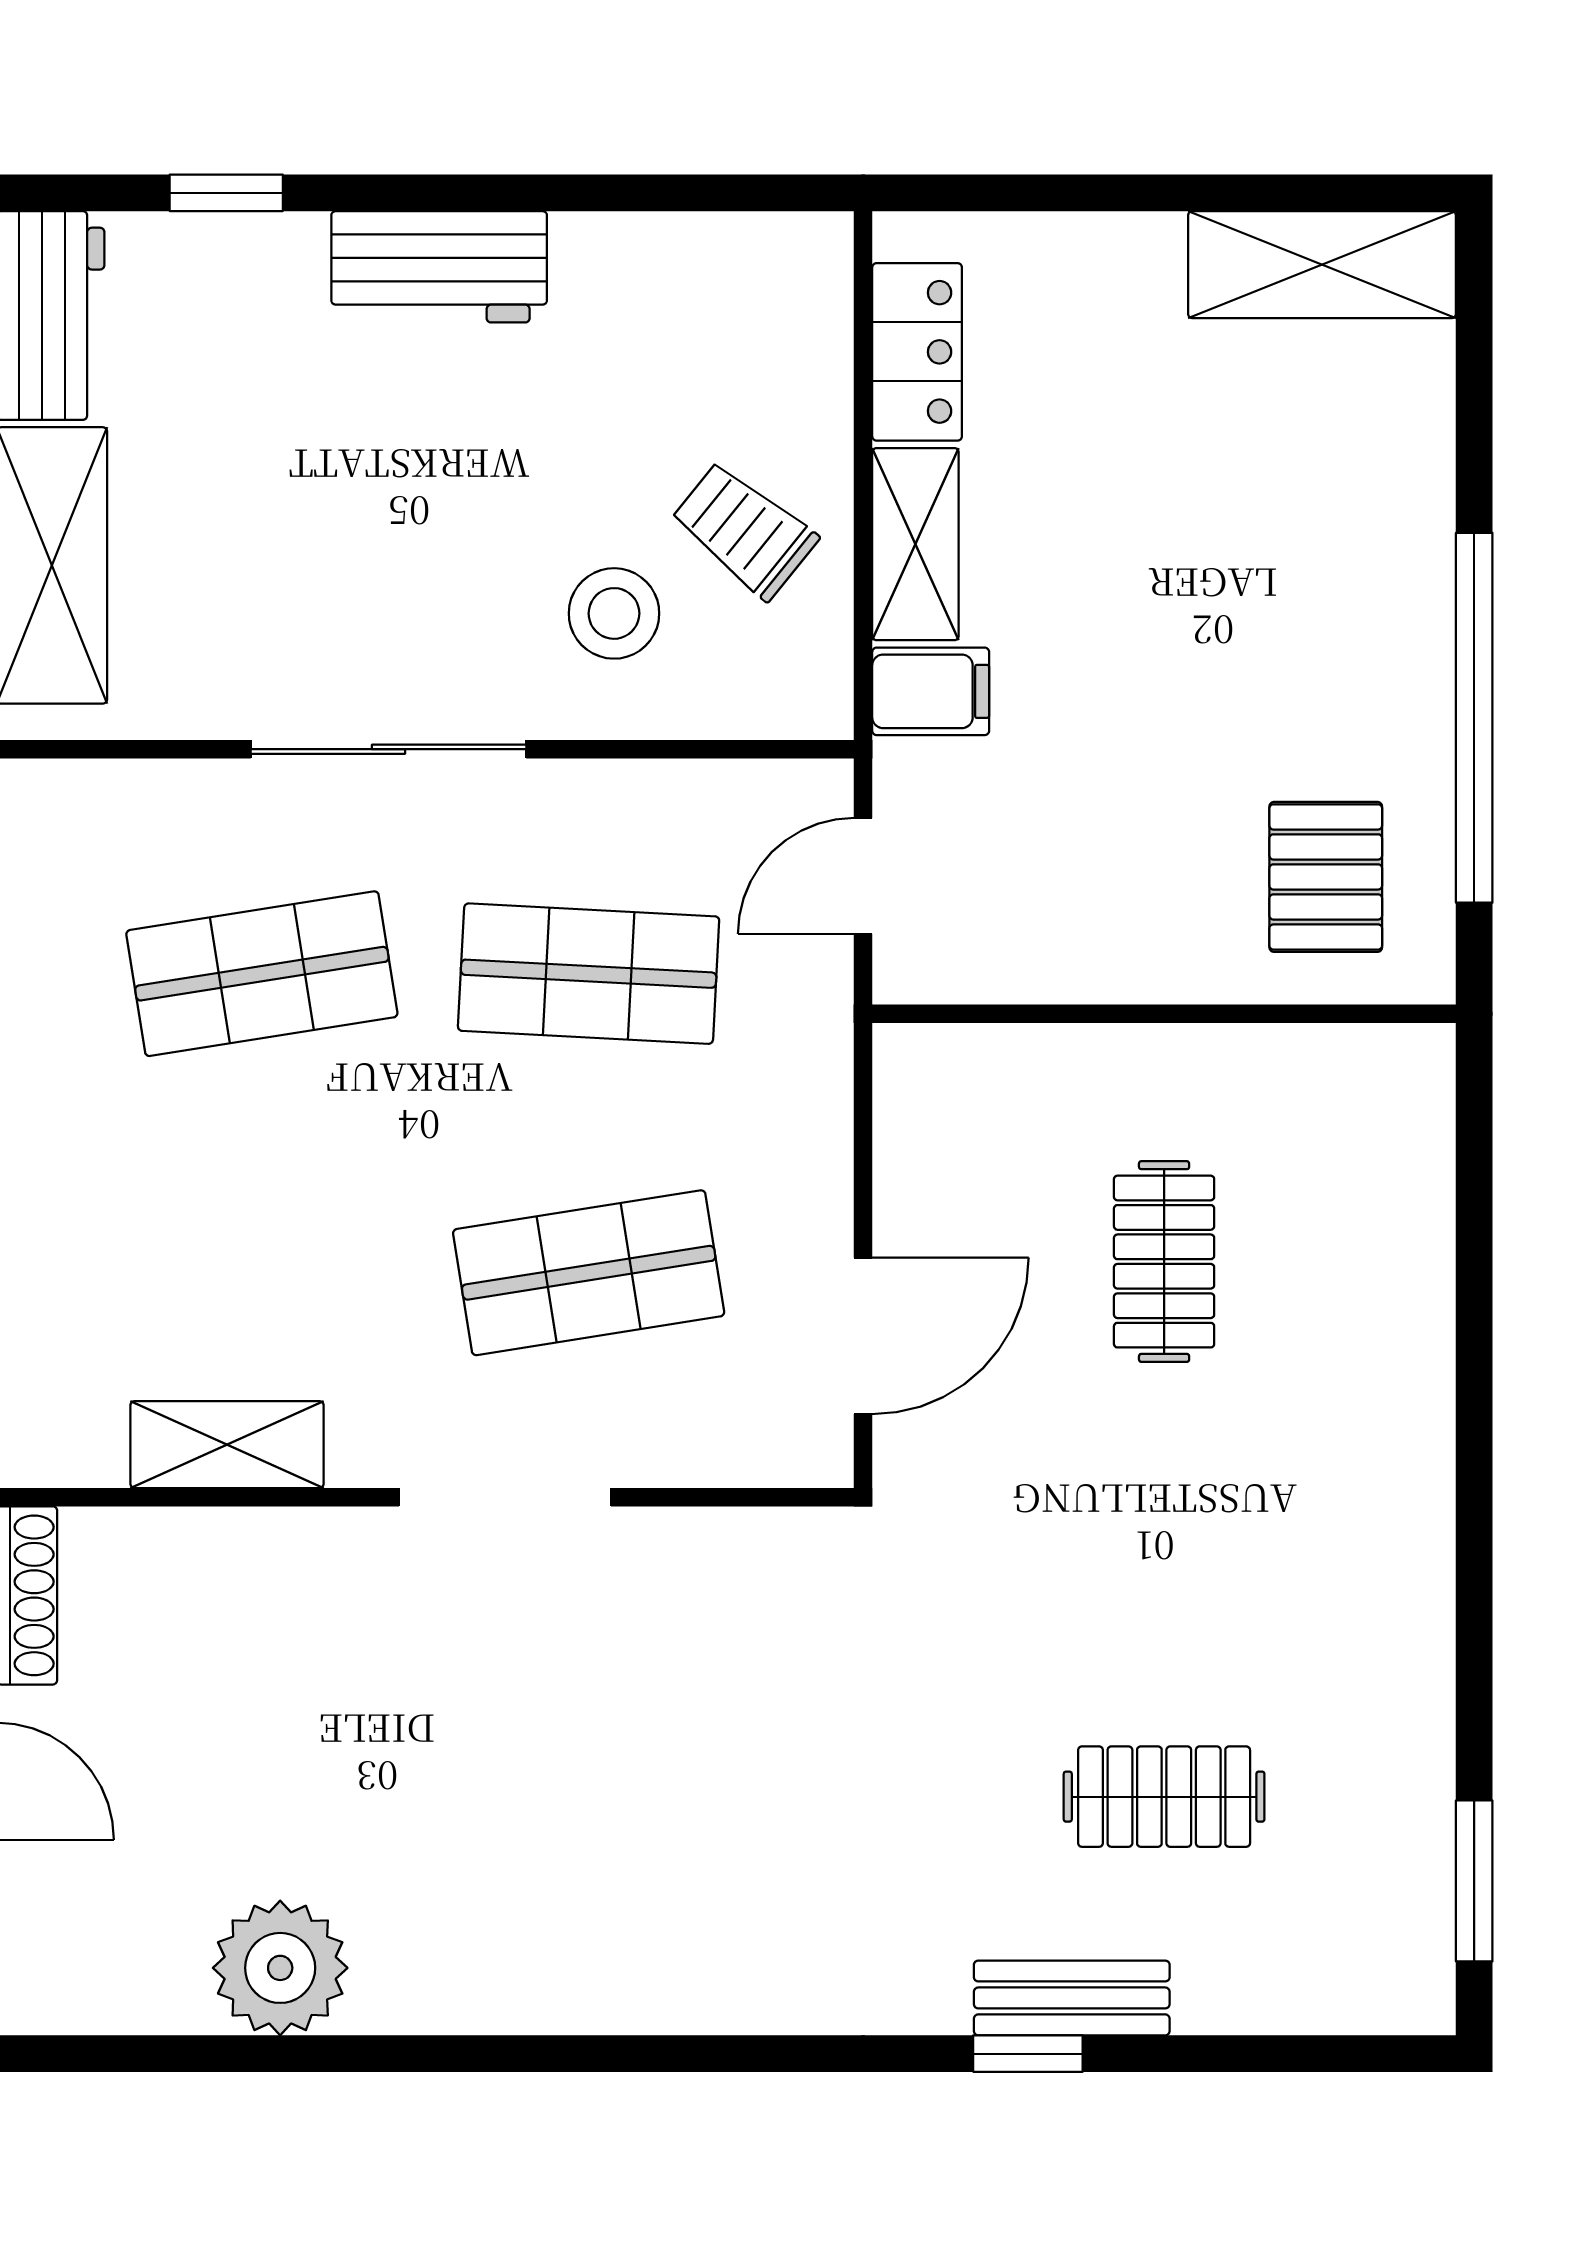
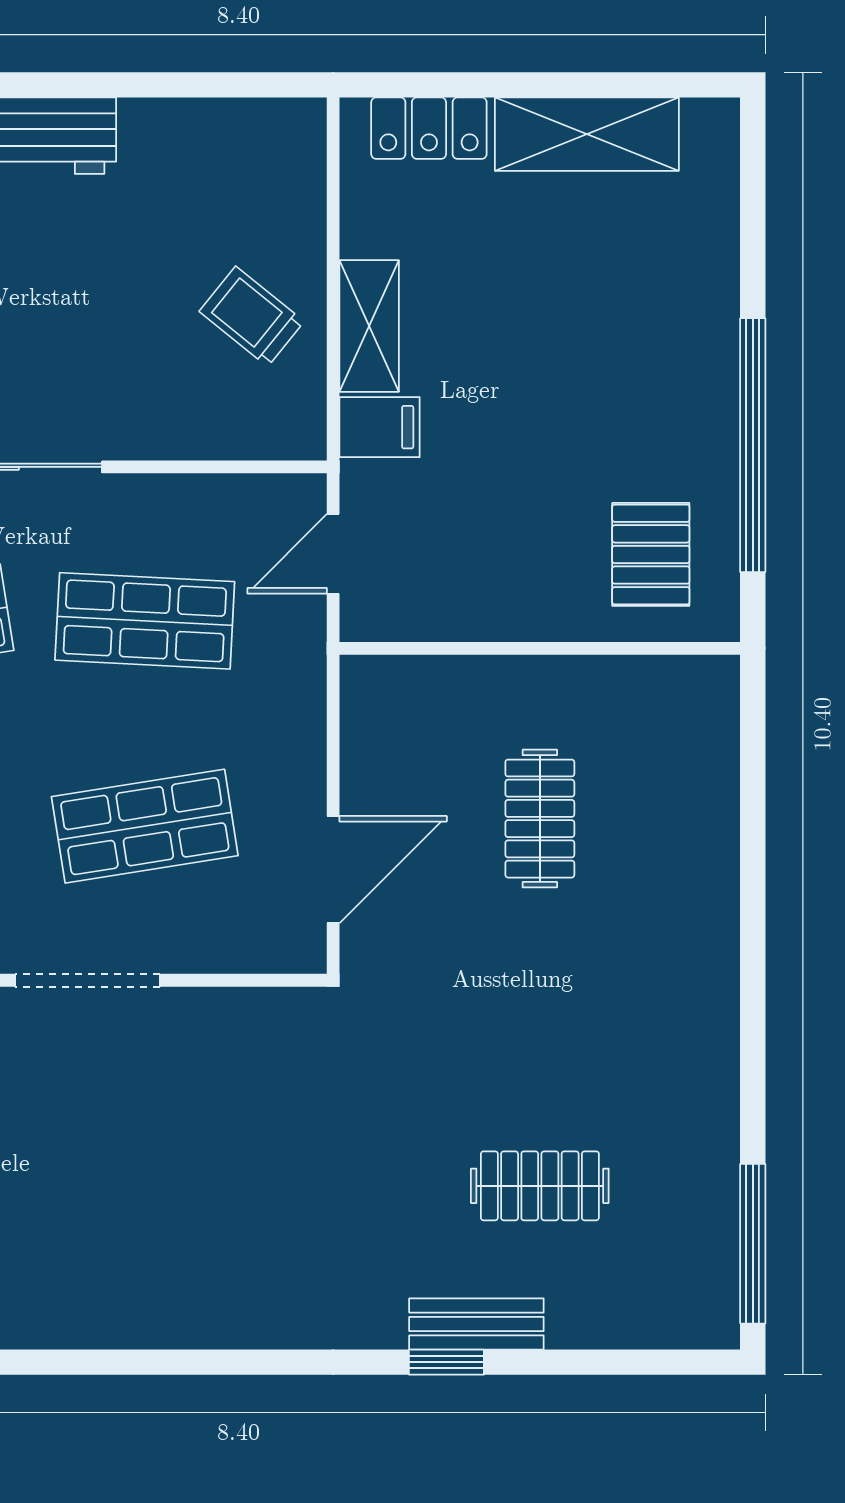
shelving: (1322, 265) -> (587, 134), moved
locker: (917, 352) -> (429, 128), moved, turned 90
stool: (614, 613) -> (162, 374), removed
window: (1474, 1881) -> (753, 1244), width x1.44

